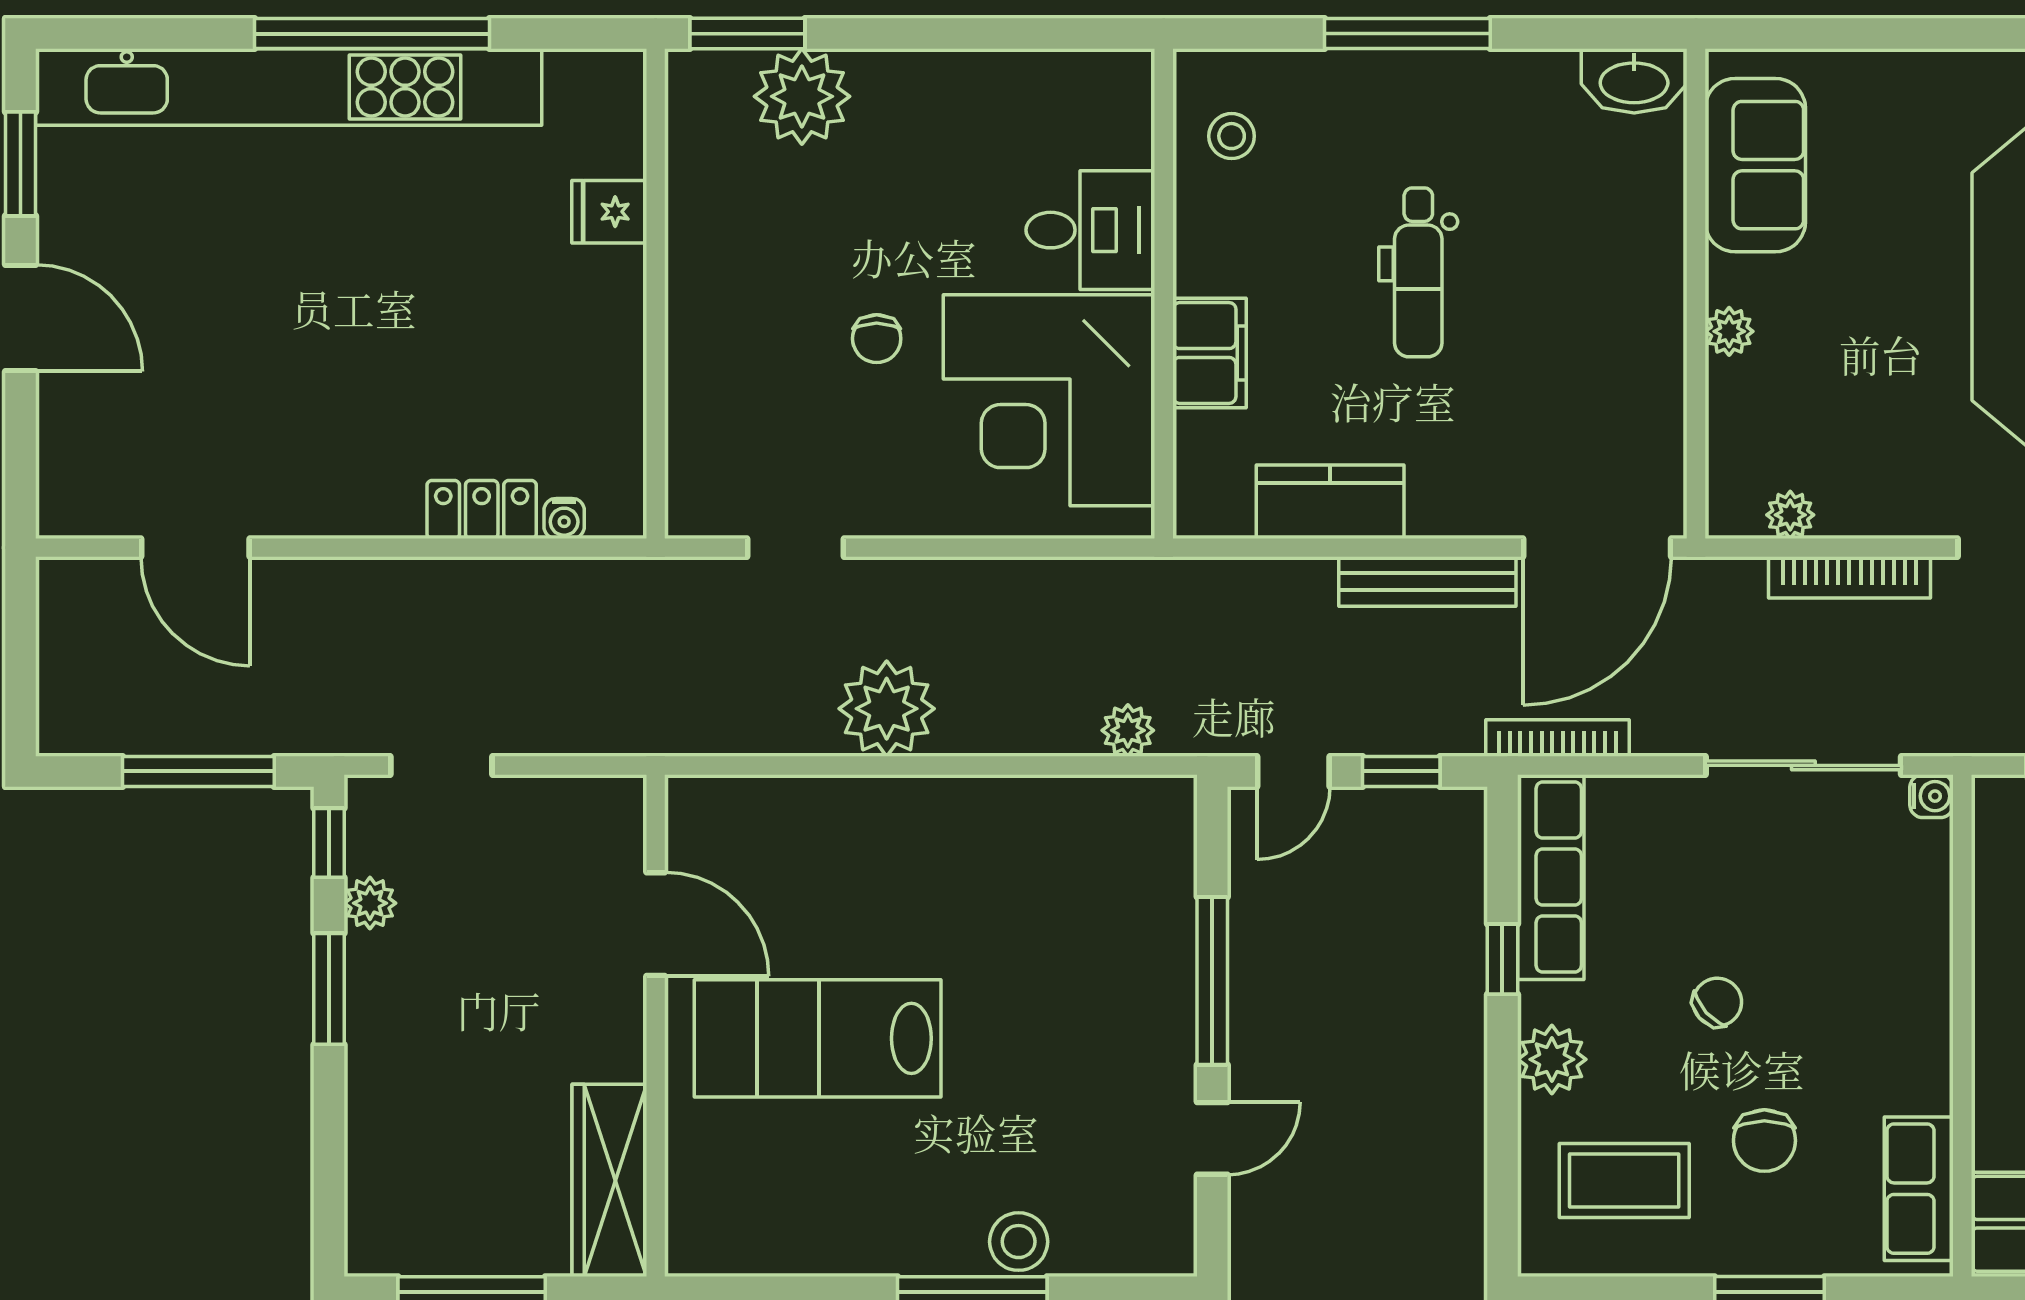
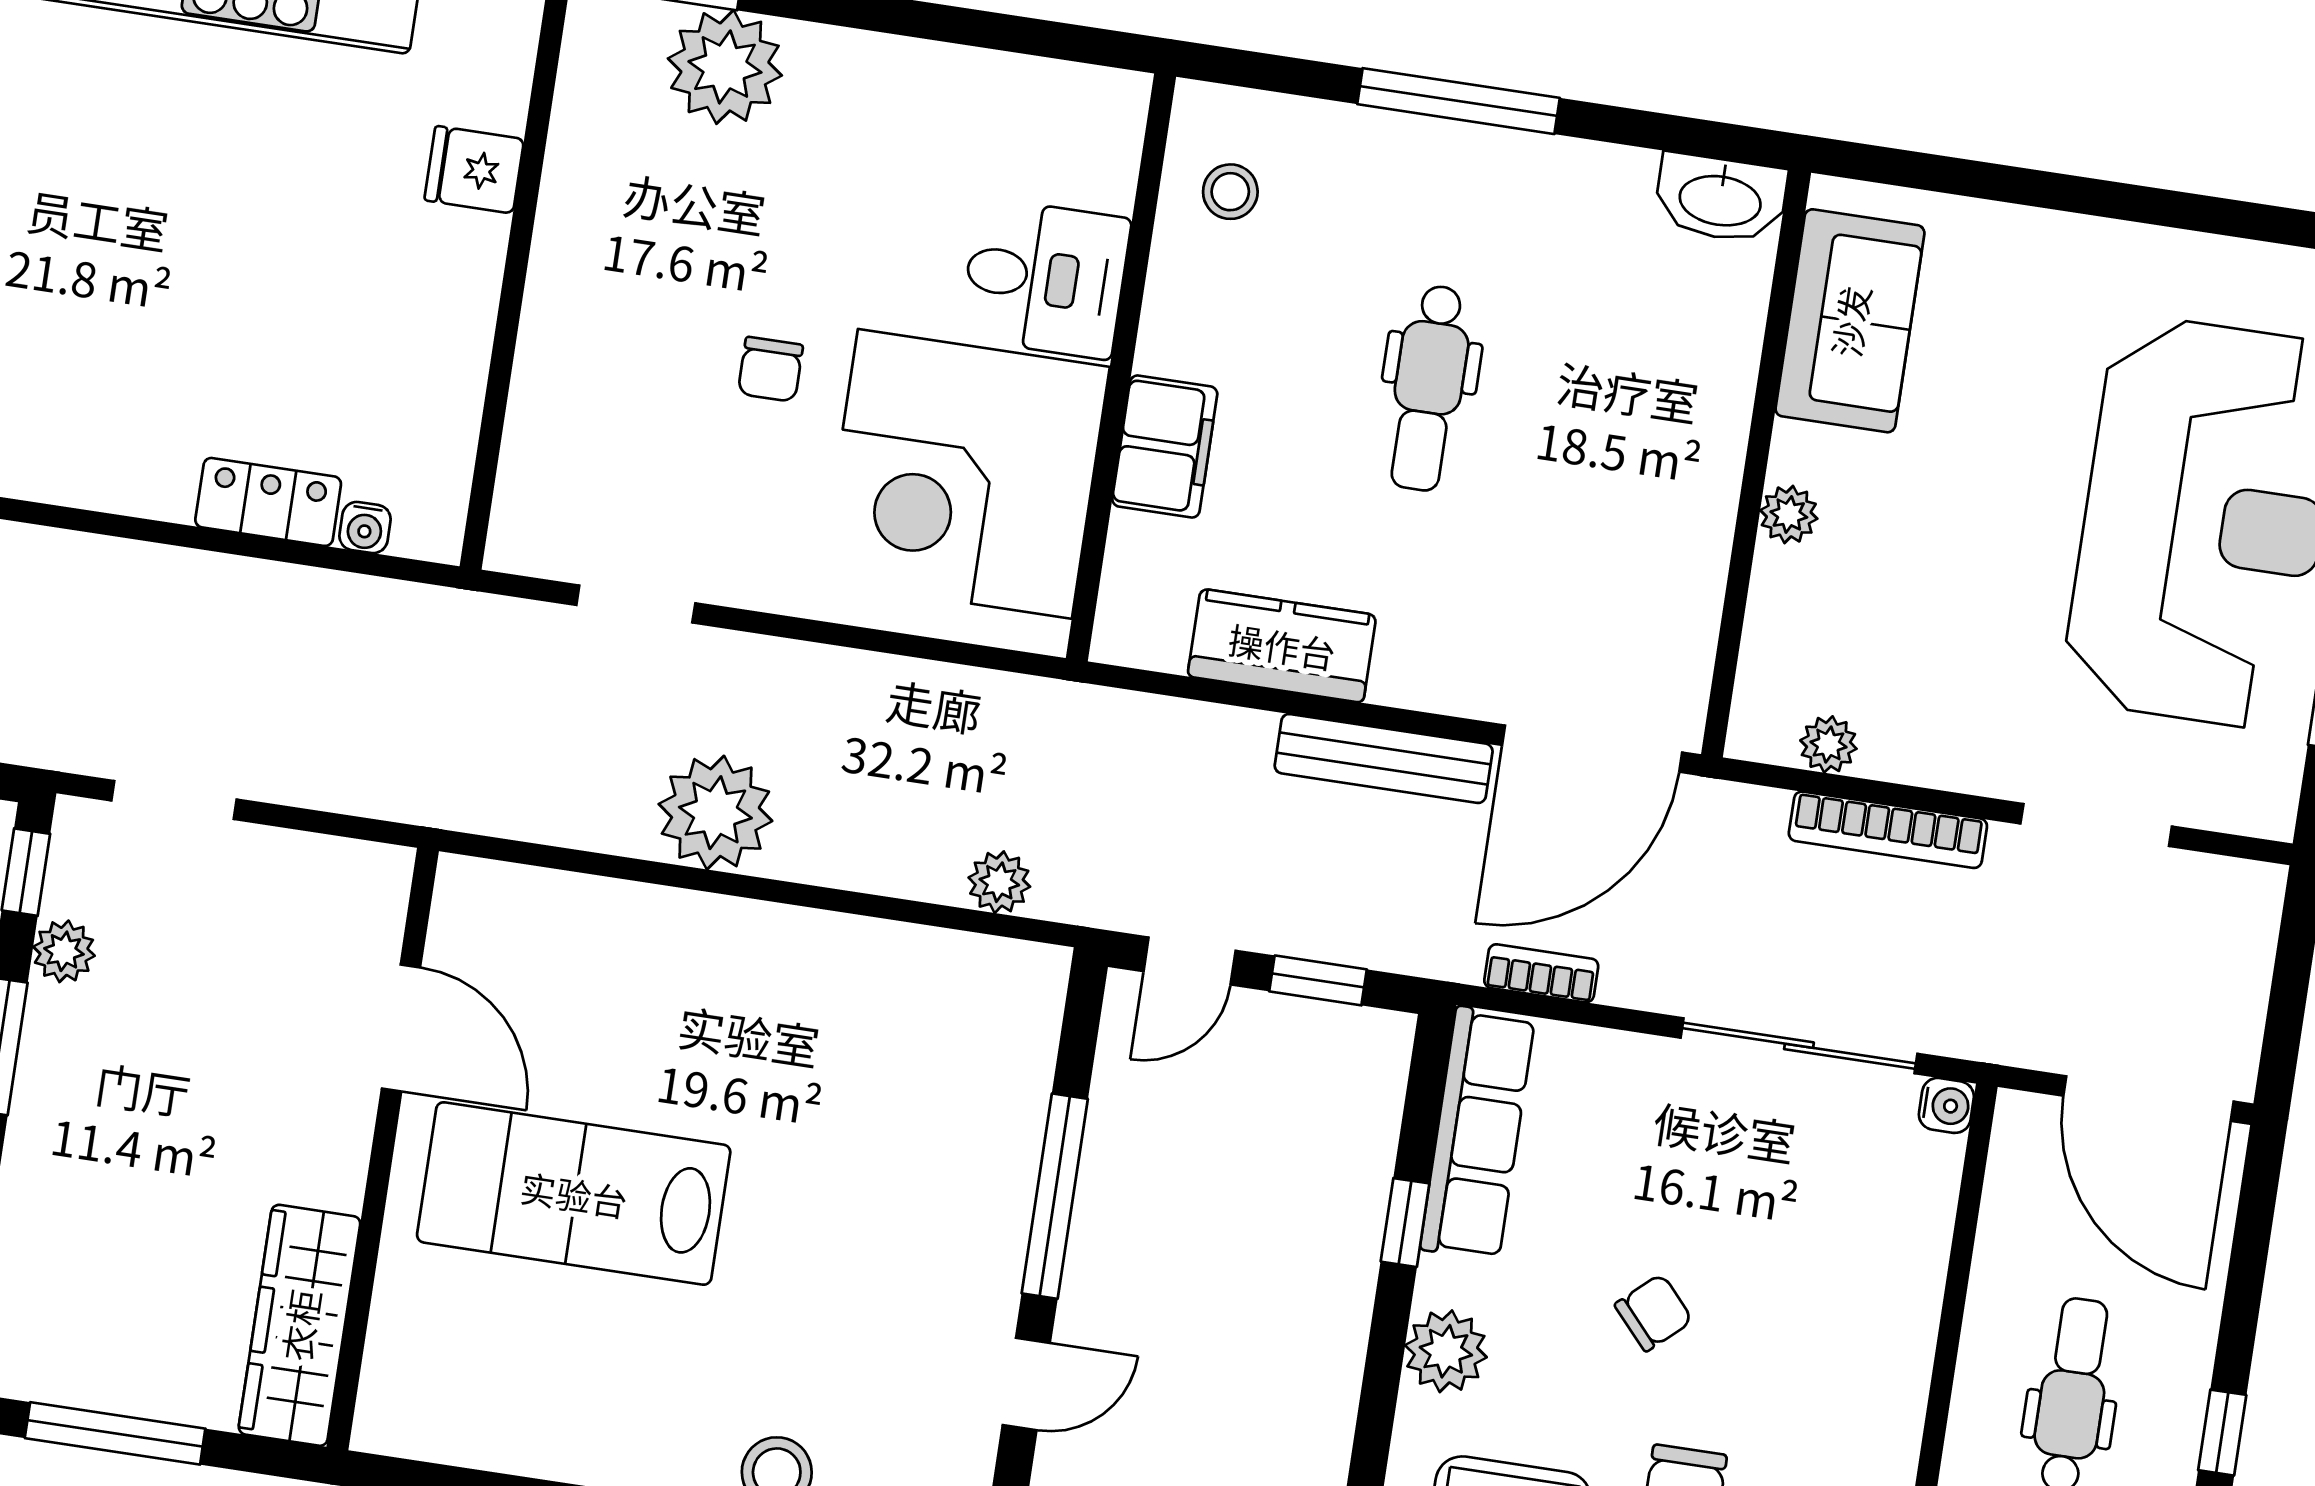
bookcase: (1557, 738) -> (1541, 973), width x0.64

